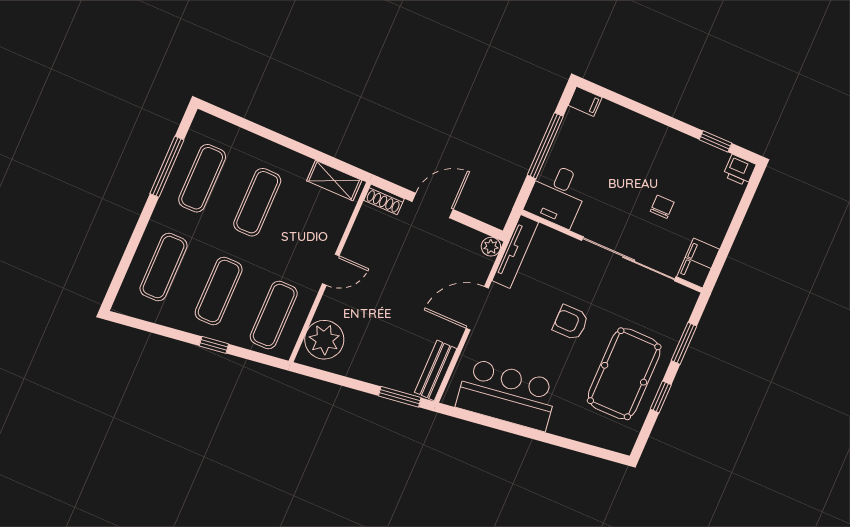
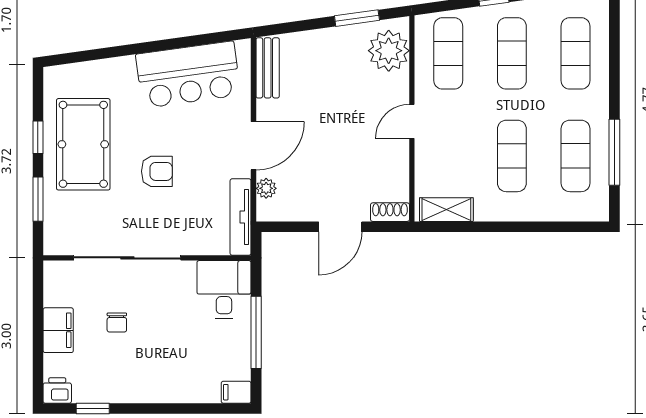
plant: (491, 247) -> (266, 188), moved
filing cabinet: (698, 263) -> (58, 330), moved
window: (400, 397) -> (357, 18), moved

